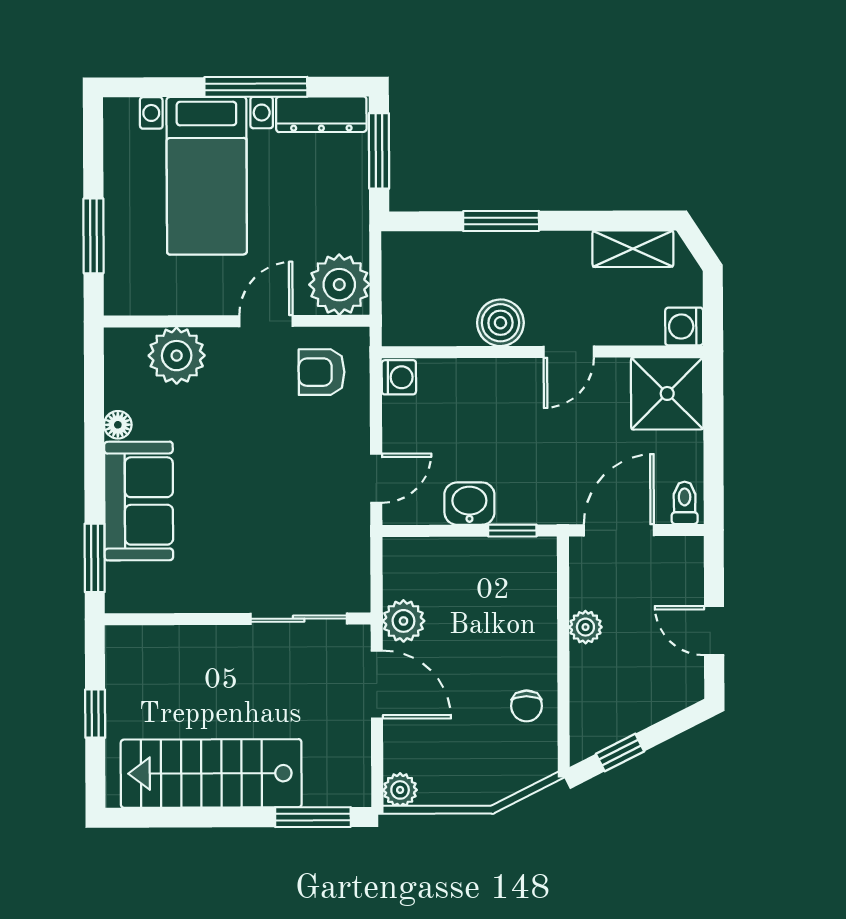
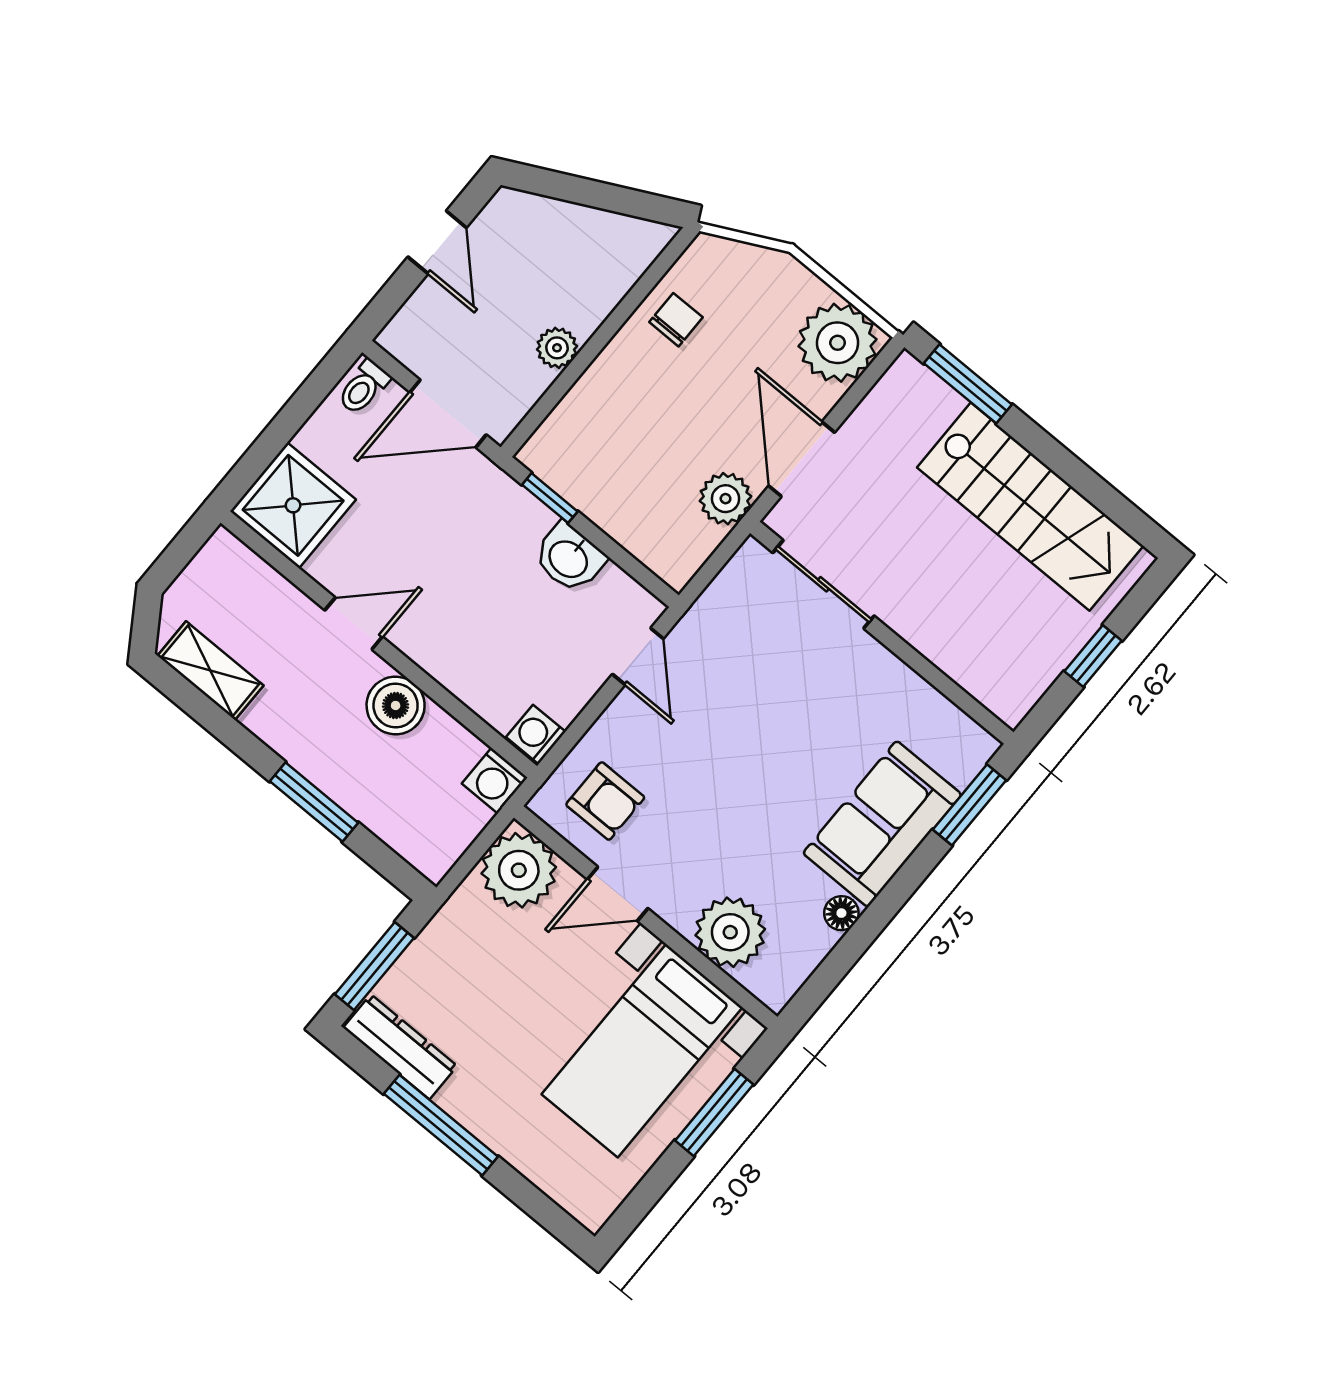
bed with nightstands: (207, 176) -> (642, 1051), moved, turned 180
washing machine: (684, 326) -> (495, 781), moved, turned 90
door: (376, 478) -> (638, 656), swing flipped
window: (620, 753) -> (624, 201), removed
plant: (400, 790) -> (838, 343), width x1.88, depth x1.88

